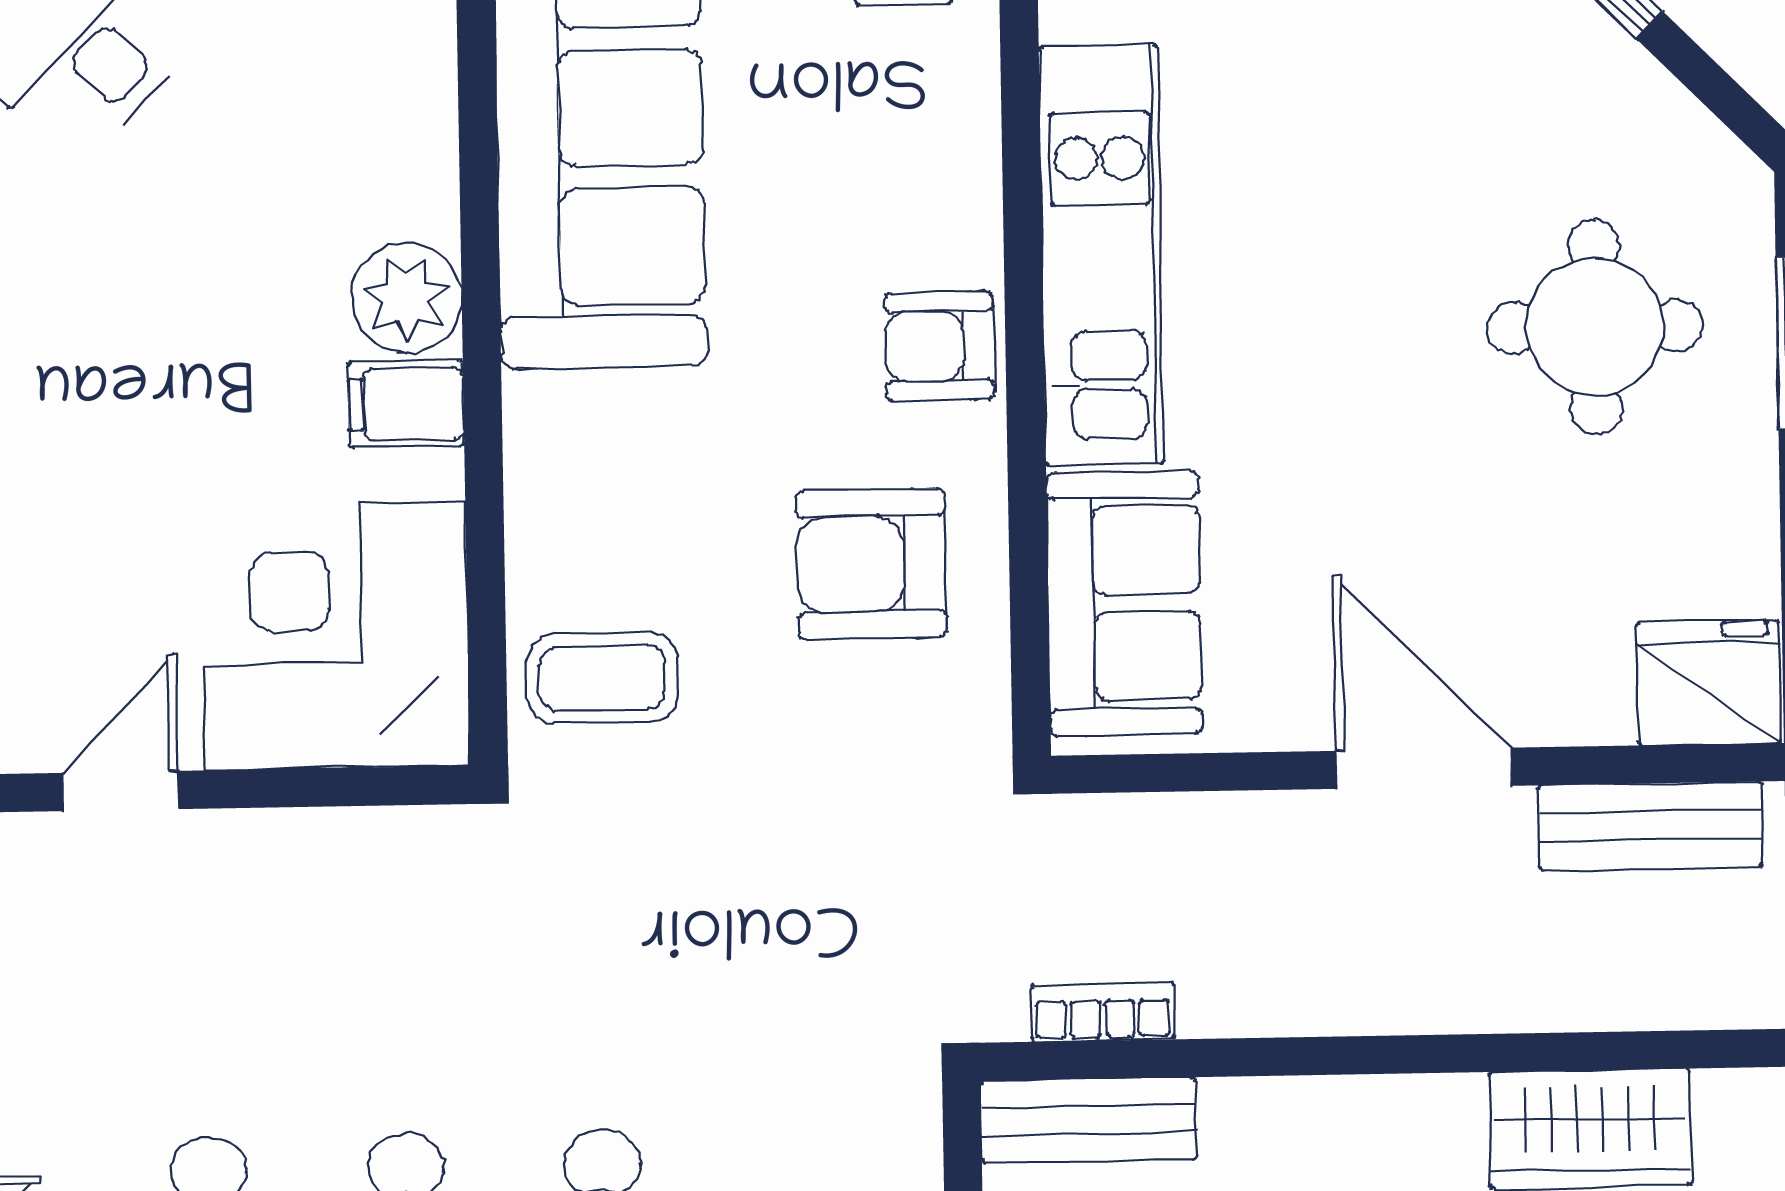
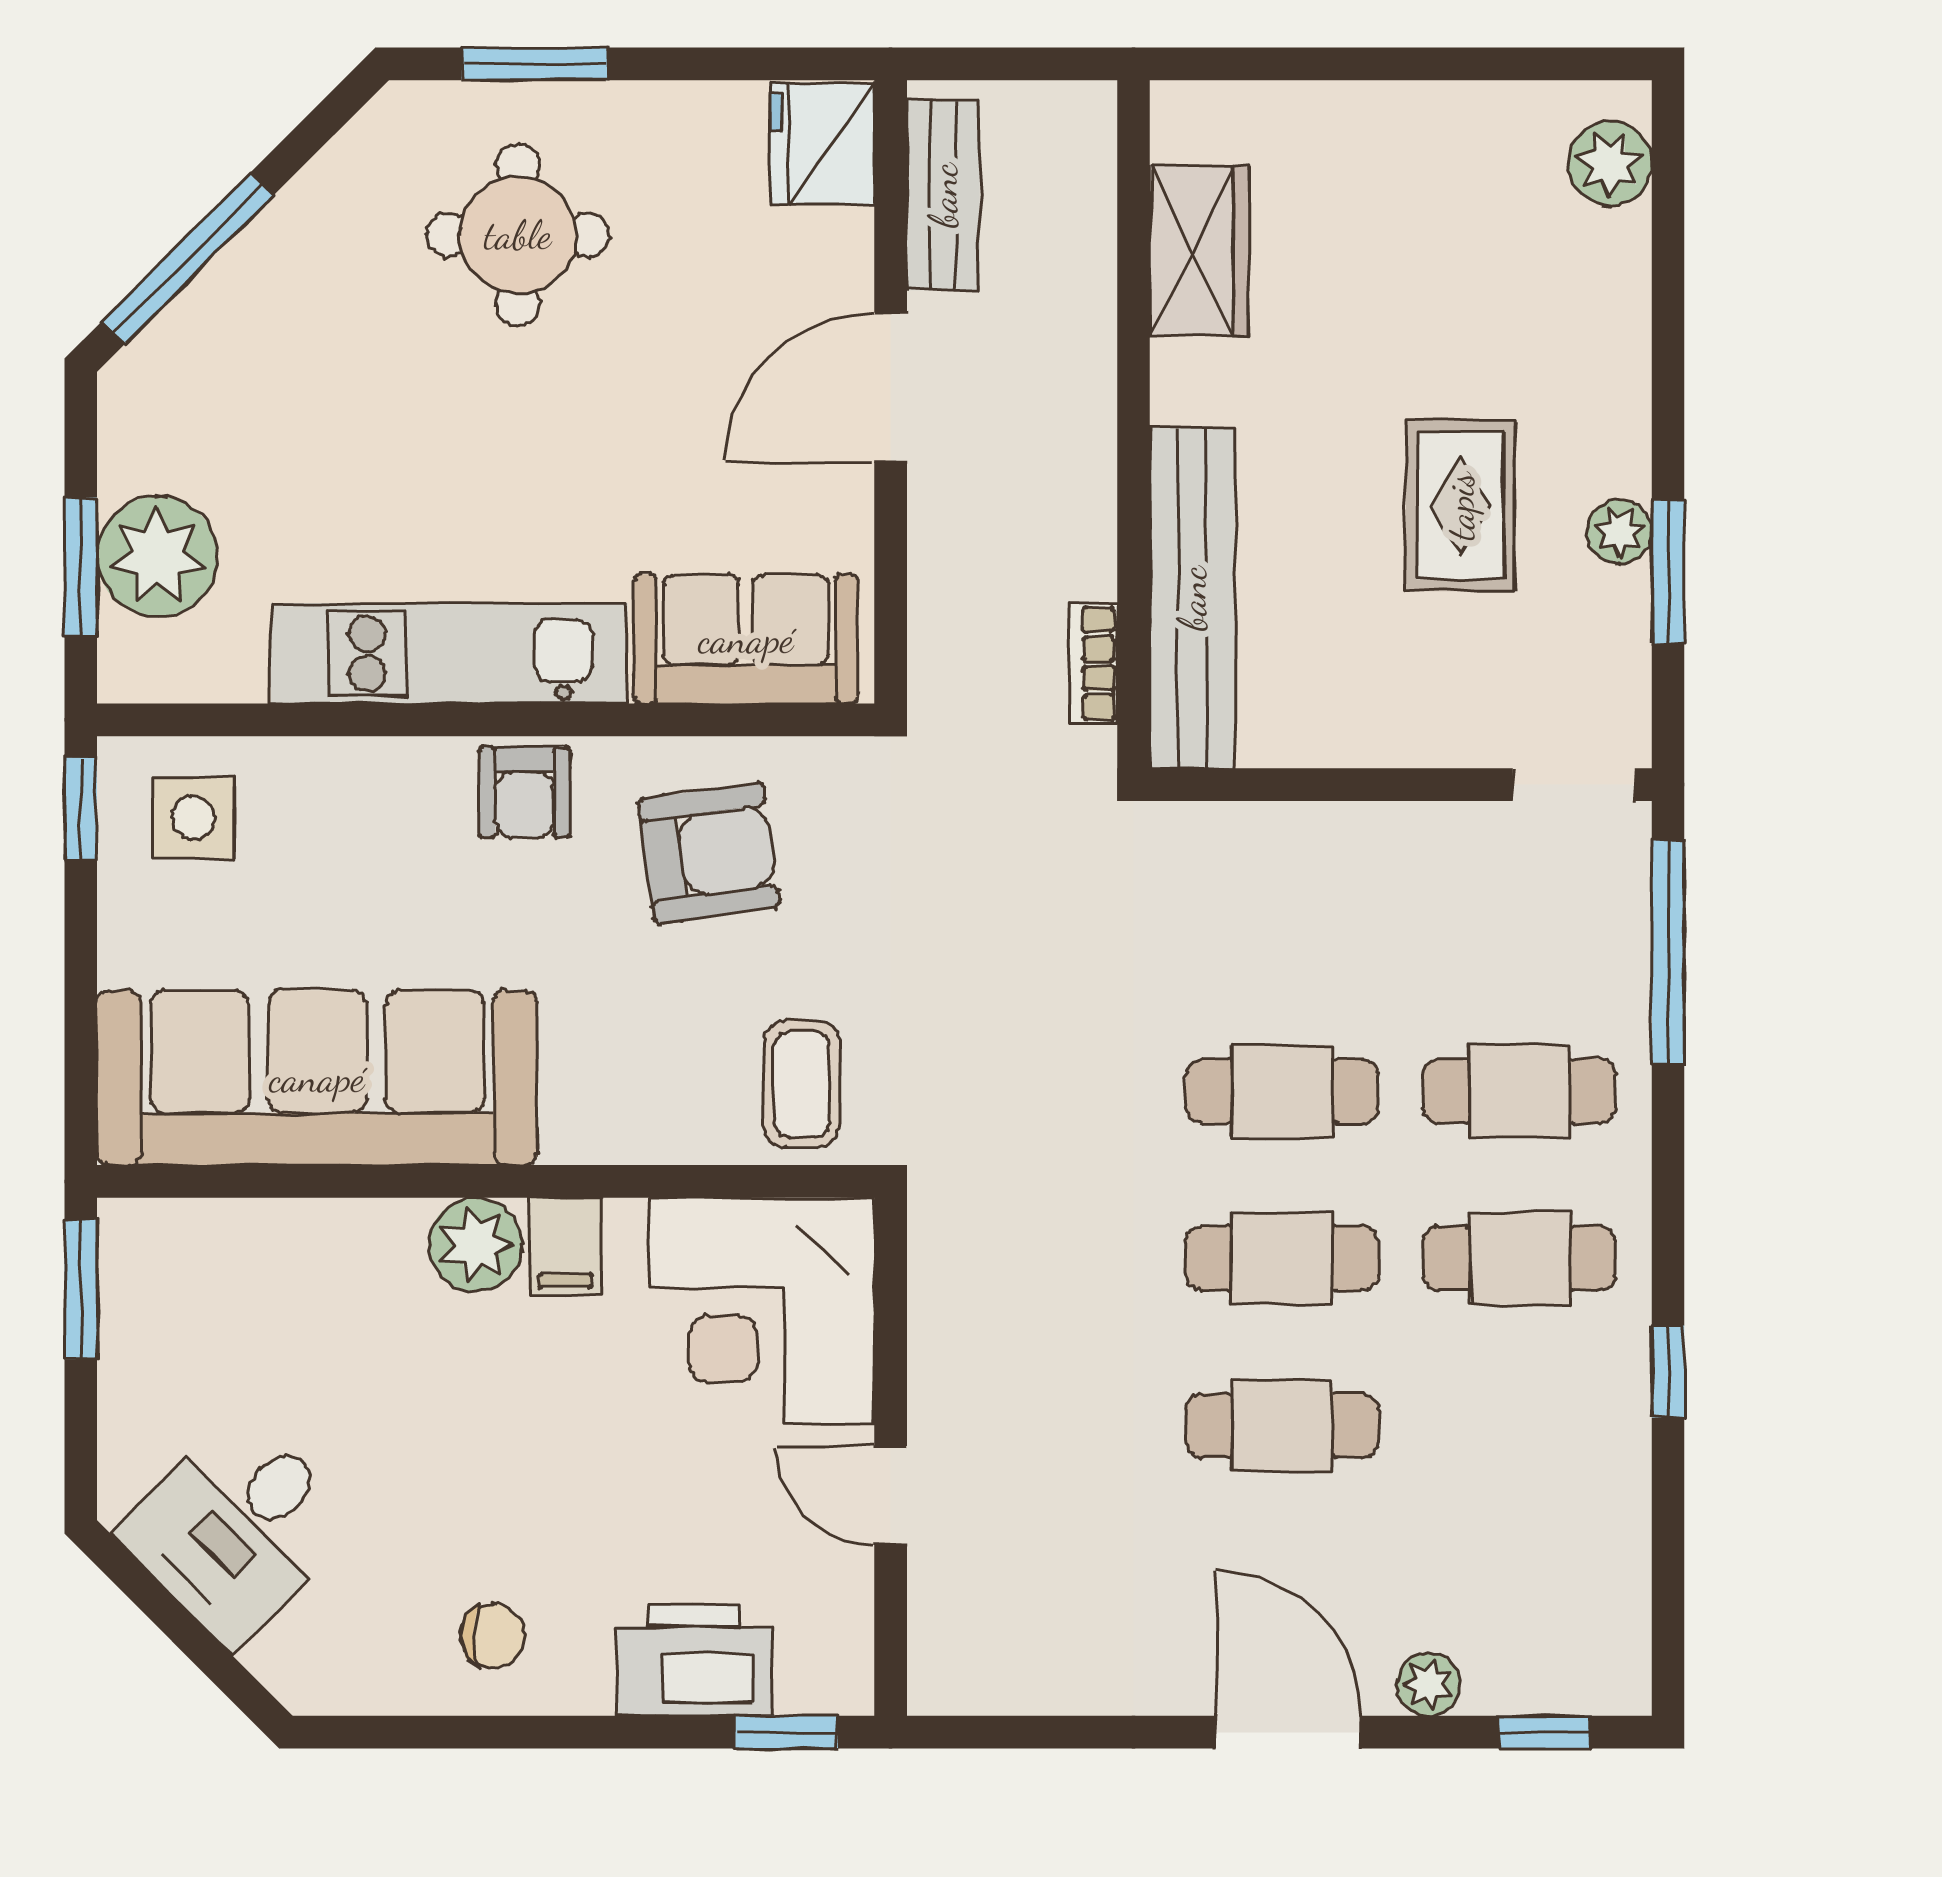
armchair: (871, 564) -> (709, 853), turned -98
bench: (1089, 1120) -> (1192, 598), width x1.86, depth x1.21

